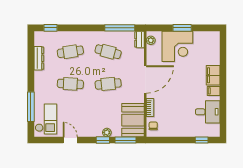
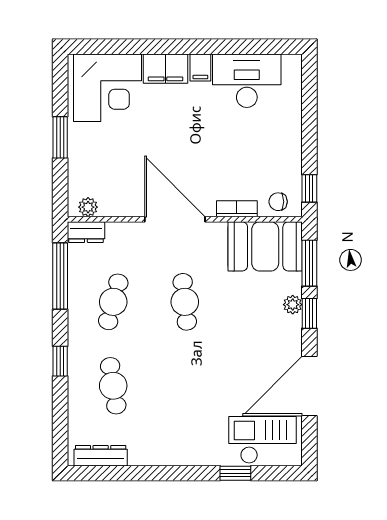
window: (51, 28) -> (60, 361), moved
corner desk: (177, 46) -> (108, 88), moved, turned 90
dresser: (39, 58) -> (101, 456), moved
cafe table: (70, 84) -> (185, 386), removed
window: (31, 107) -> (235, 473), width x0.46
desk: (208, 112) -> (247, 81), width x1.37
door: (70, 140) -> (309, 386), width x1.88
window: (202, 140) -> (309, 188), moved

